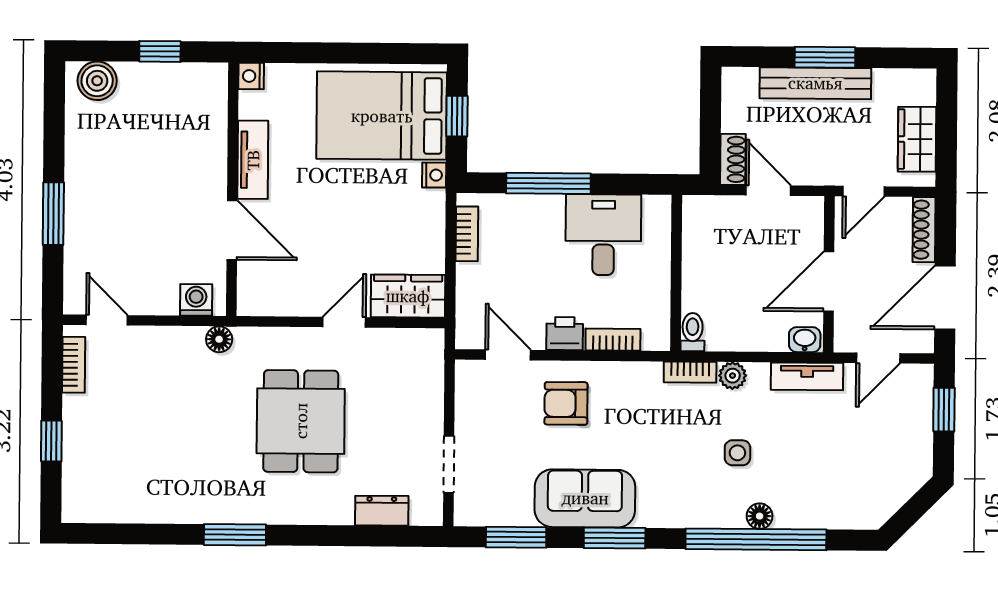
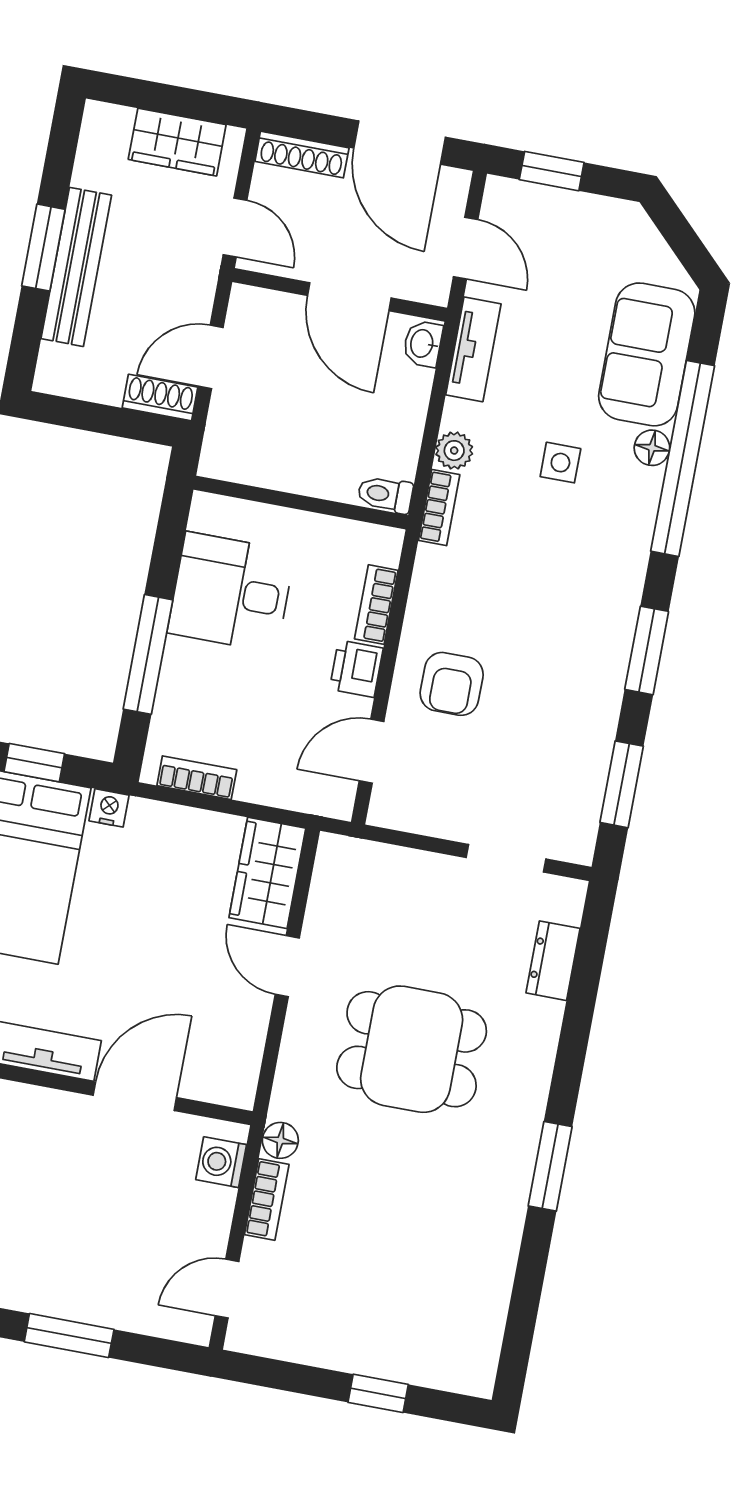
bookcase: (74, 365) -> (267, 1200), moved, turned 90
sofa: (585, 498) -> (647, 354), moved

